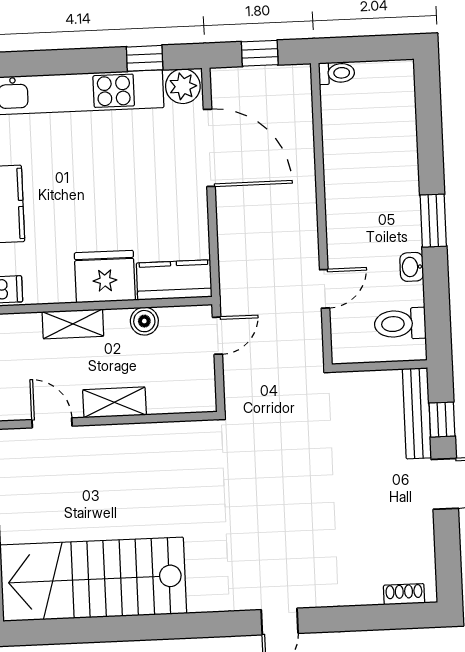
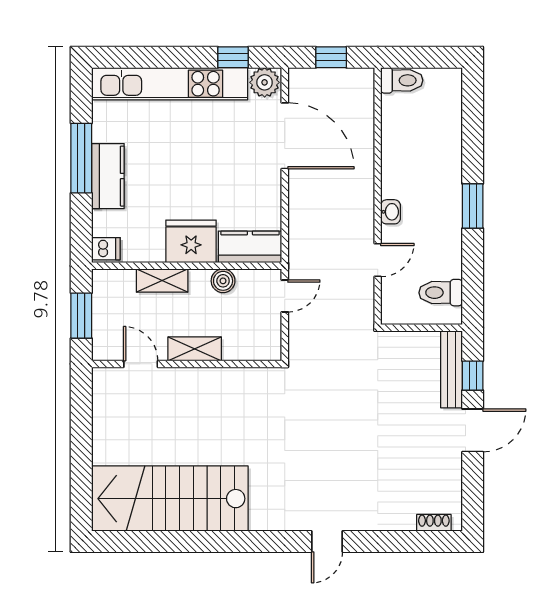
toilet: (337, 73) -> (402, 80), width x1.37, depth x1.39
washbasin: (412, 267) -> (391, 212), moved, turned 180

